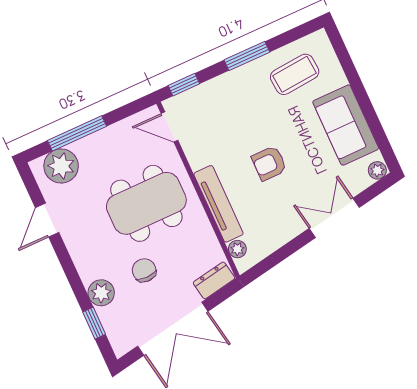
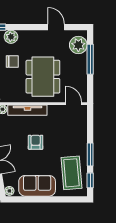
coffee table: (295, 74) -> (71, 173), width x1.36, depth x1.32
window: (184, 85) -> (90, 180), moved
door: (169, 127) -> (74, 104), hinge flipped

